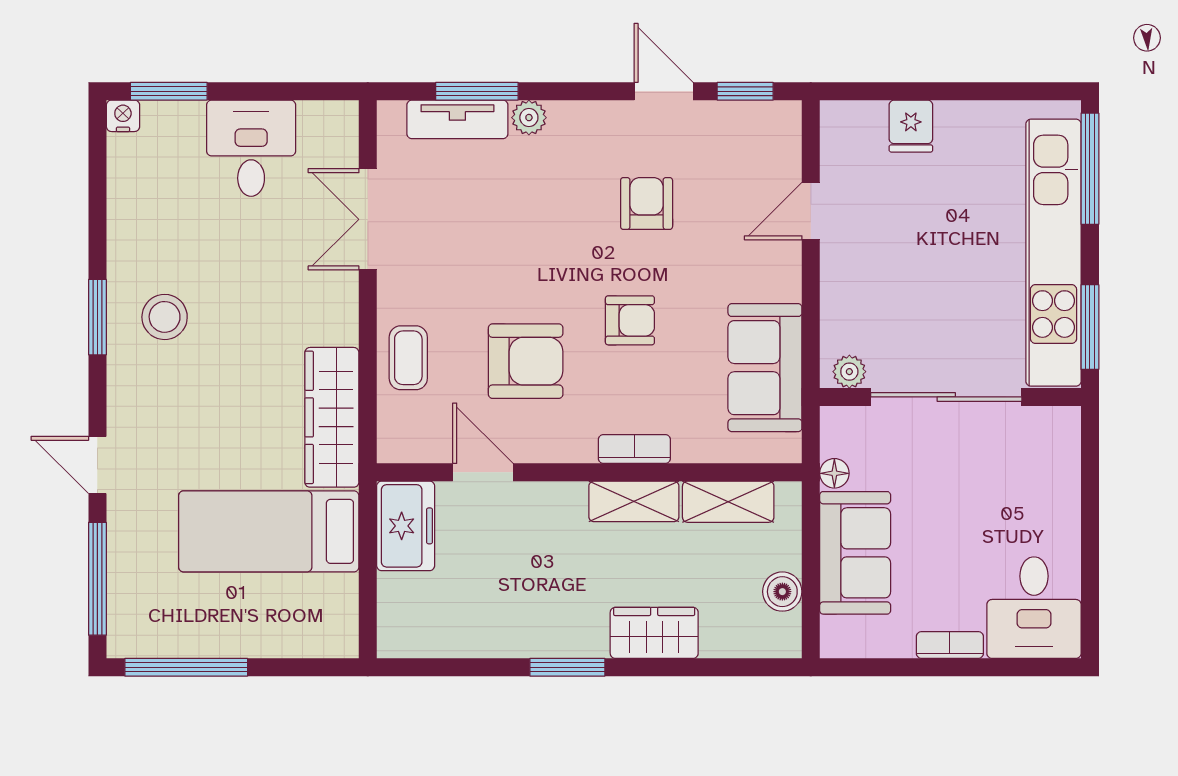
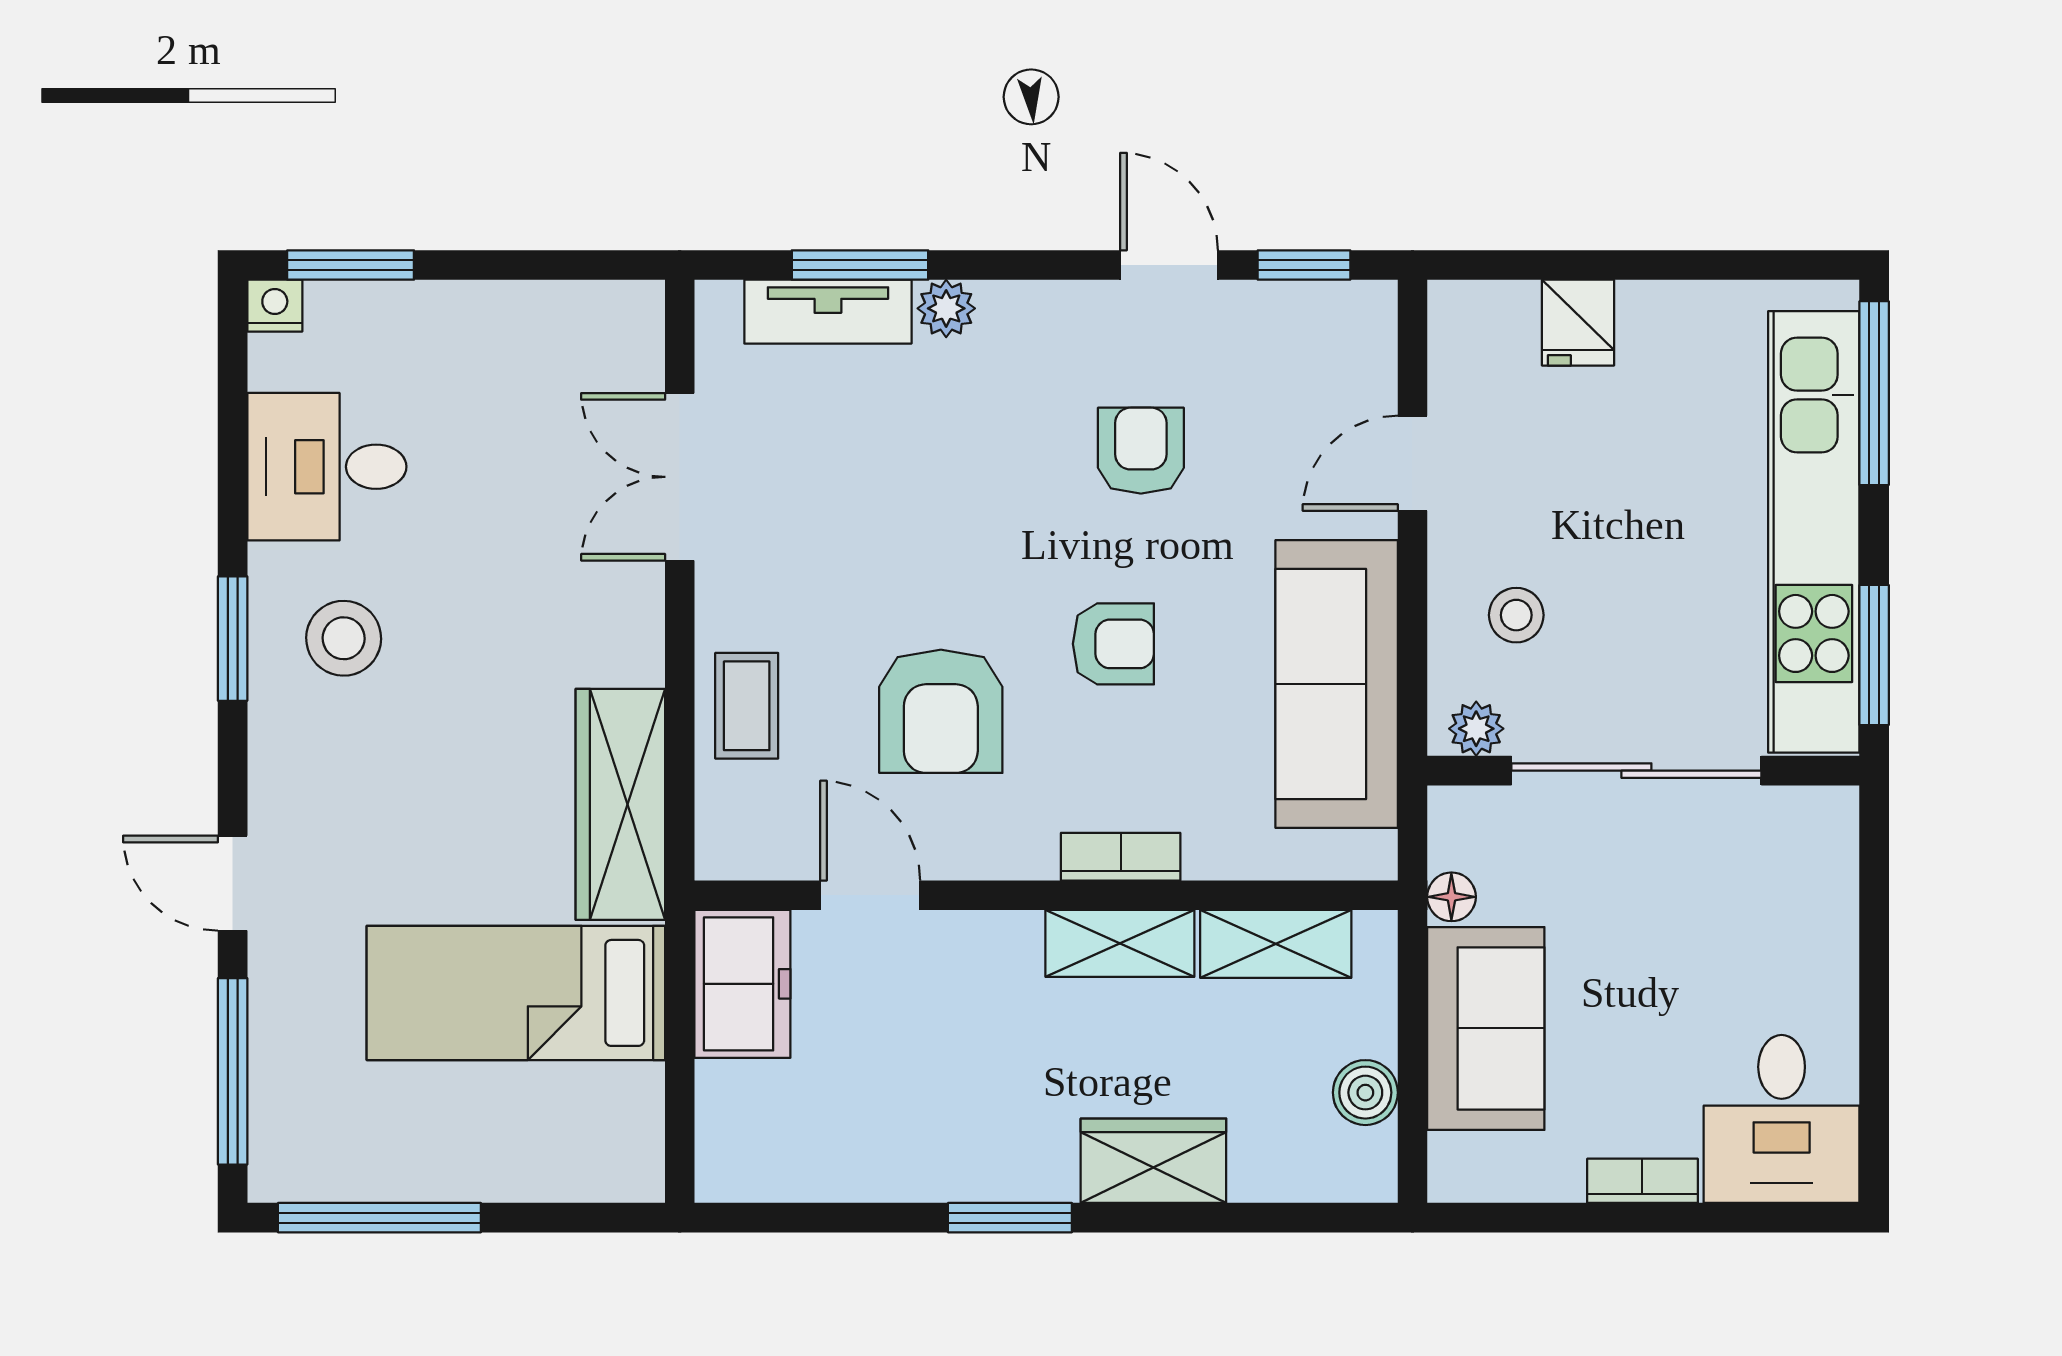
desk: (251, 148) -> (327, 467), moved, turned -90
stool: (874, 303) -> (1516, 615), added
armchair: (526, 361) -> (941, 711), turned 90
sofa: (765, 368) -> (1337, 684), width x1.36

